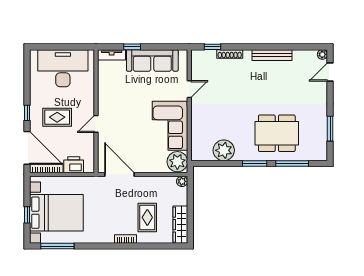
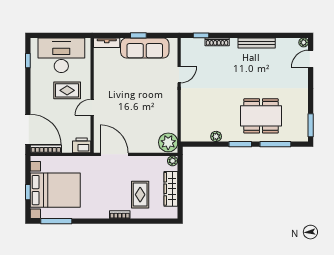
window: (132, 47) -> (138, 35), moved
window: (27, 113) -> (28, 61), moved
rug: (57, 117) -> (67, 90), moved
corner sofa: (170, 126) -> (161, 109), removed
window: (330, 129) -> (311, 125), moved
plant: (224, 150) -> (216, 136), width x0.53, depth x0.53
printer: (74, 165) -> (82, 145), moved
wardrobe: (180, 225) -> (171, 189), moved

